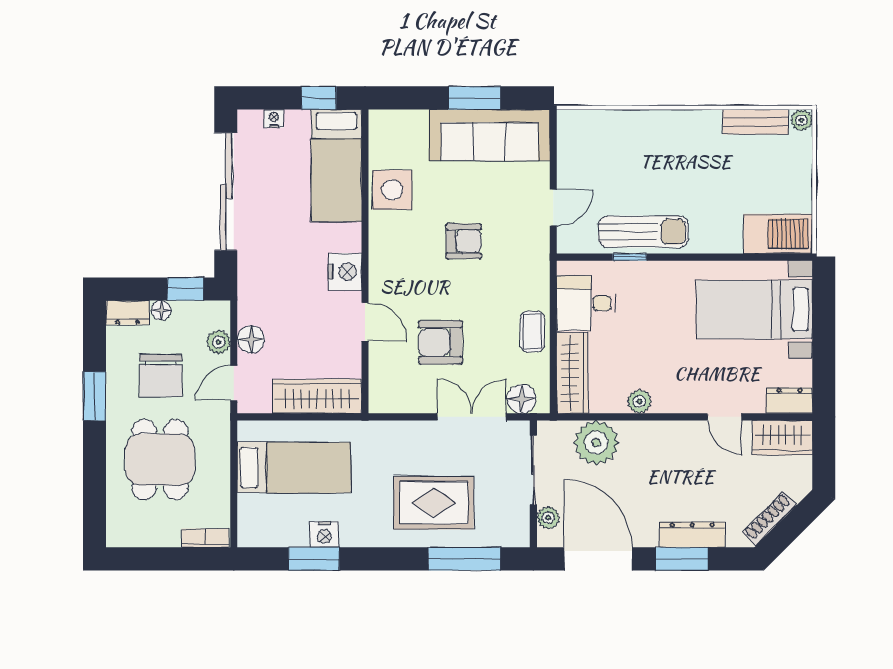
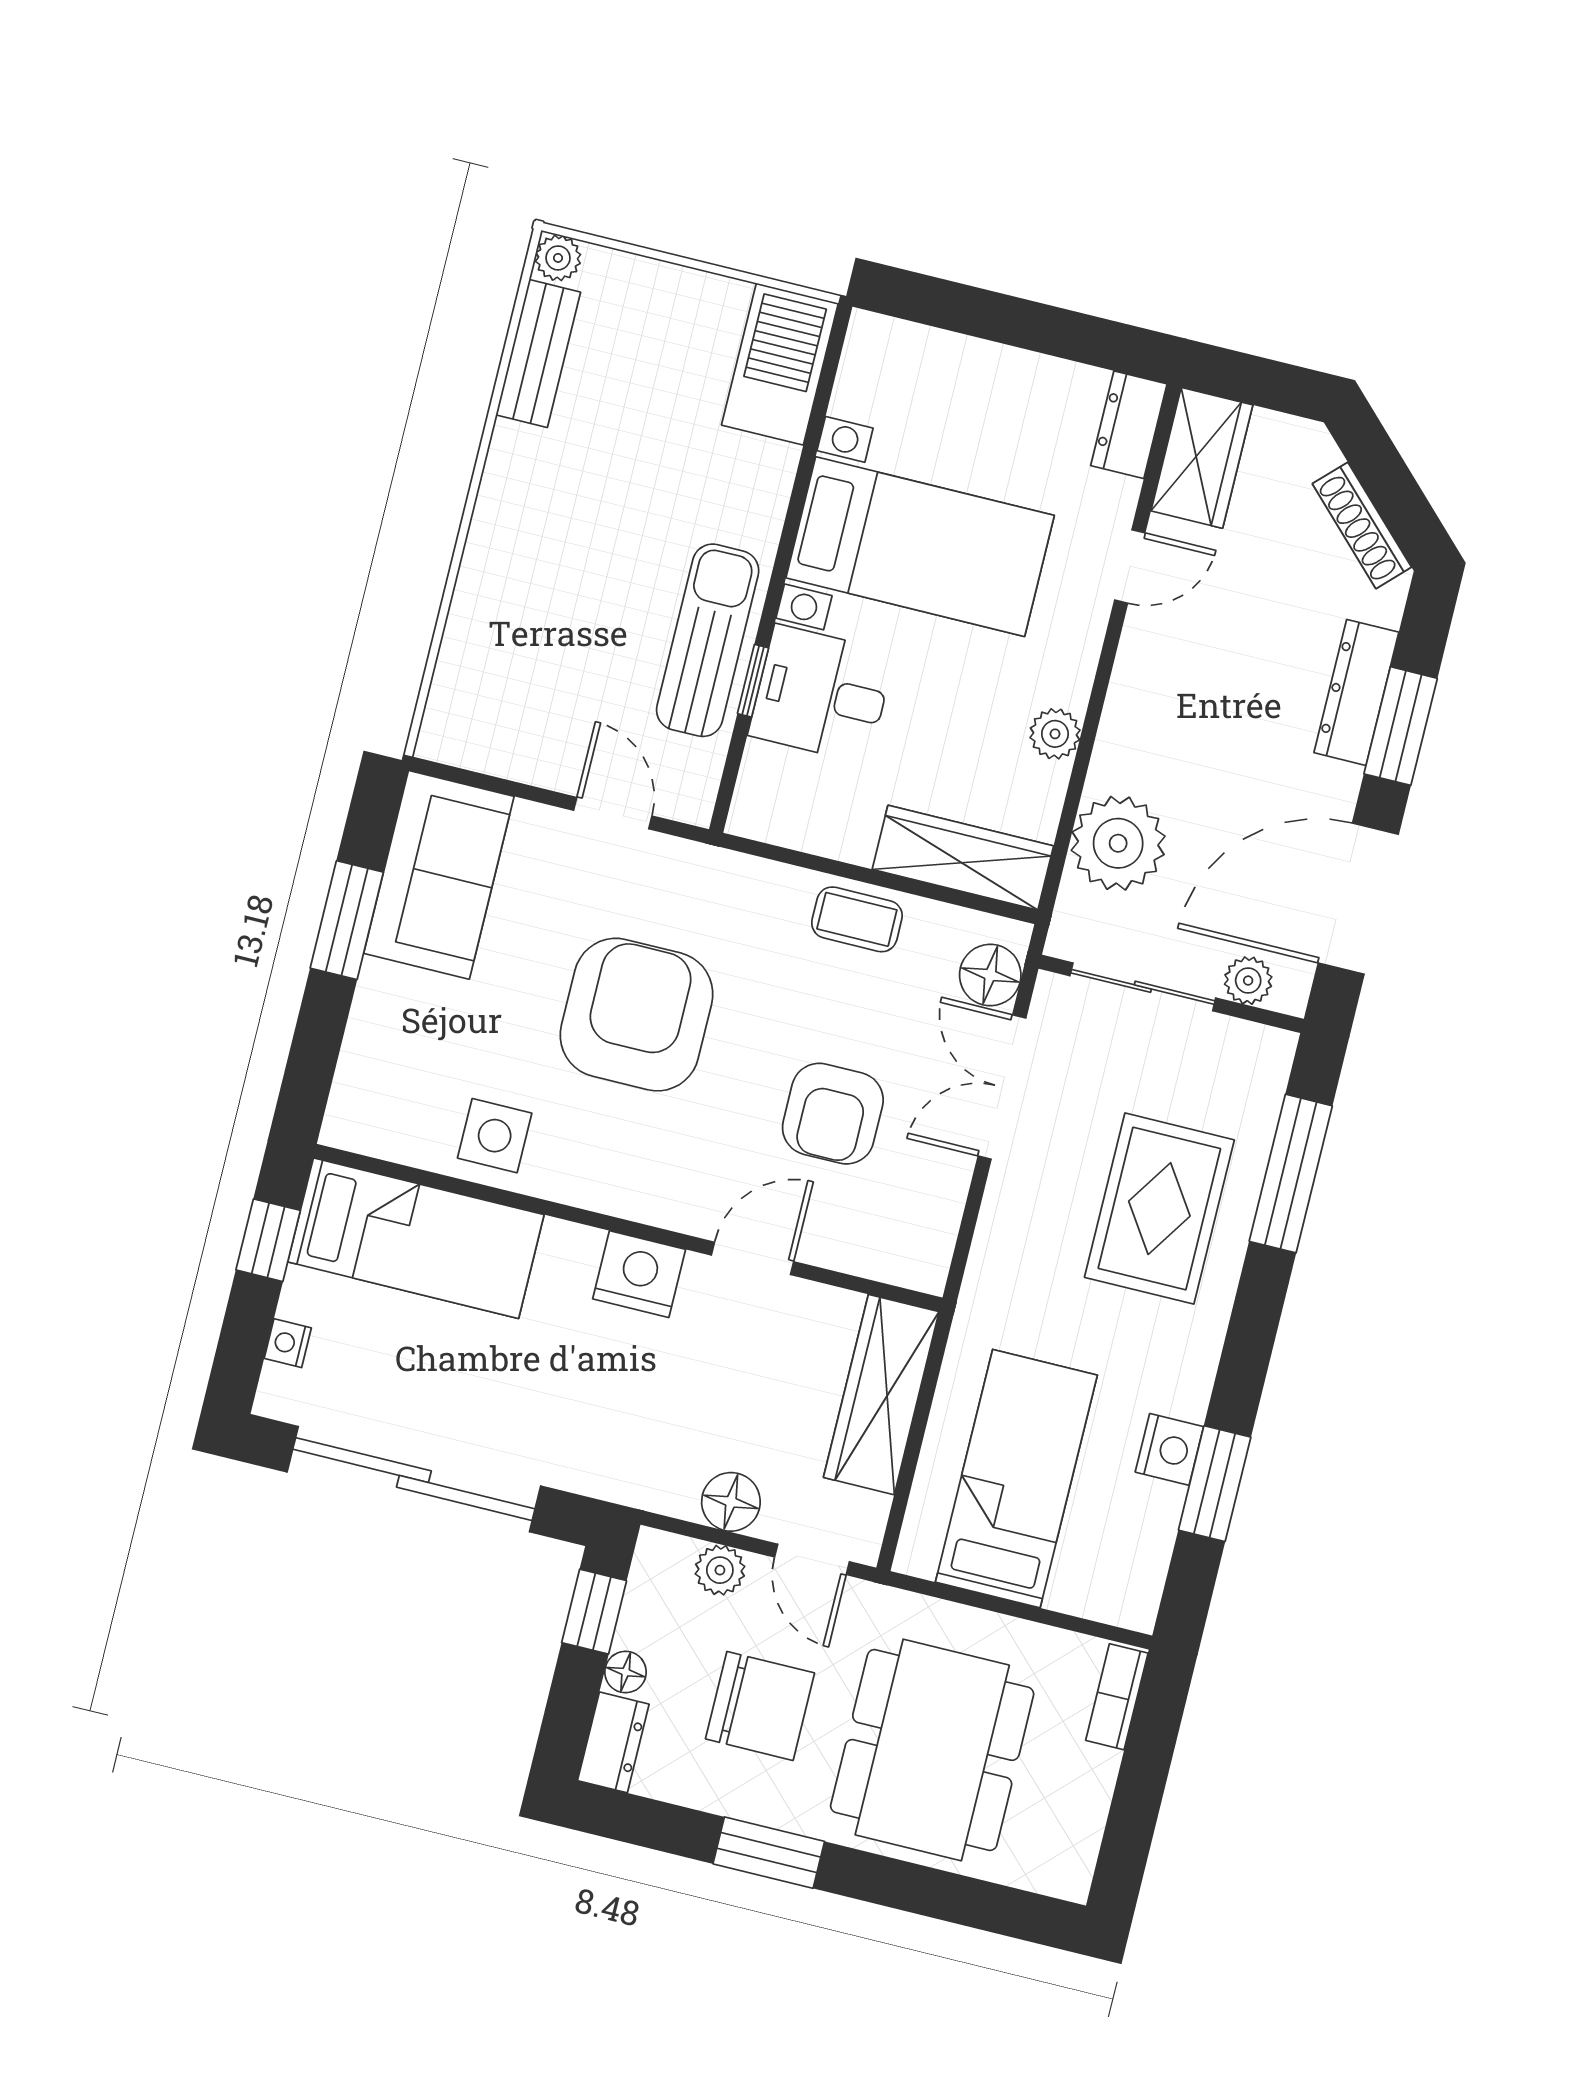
sofa: (489, 135) -> (439, 875), width x0.73
side table: (392, 190) -> (495, 1136), width x0.73, depth x0.73
armchair: (464, 241) -> (637, 1015), width x1.88, depth x1.88
desk: (586, 303) -> (822, 694), moved, turned 90
bed with nightstands: (754, 310) -> (920, 547), moved, turned -90
dining table: (160, 459) -> (932, 1750), width x1.37

